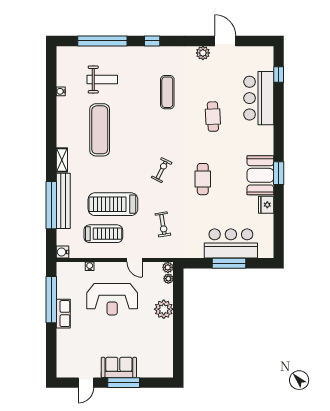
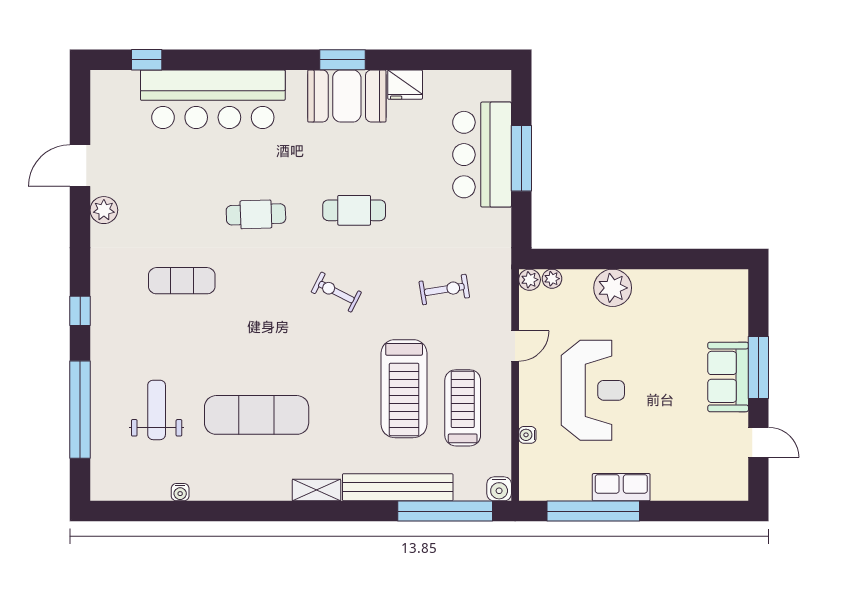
bar counter: (259, 98) -> (213, 99), width x1.36
cafe table: (213, 117) -> (256, 214), moved
window: (51, 205) -> (445, 511), moved

